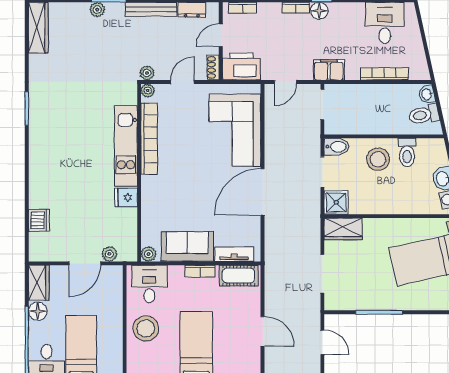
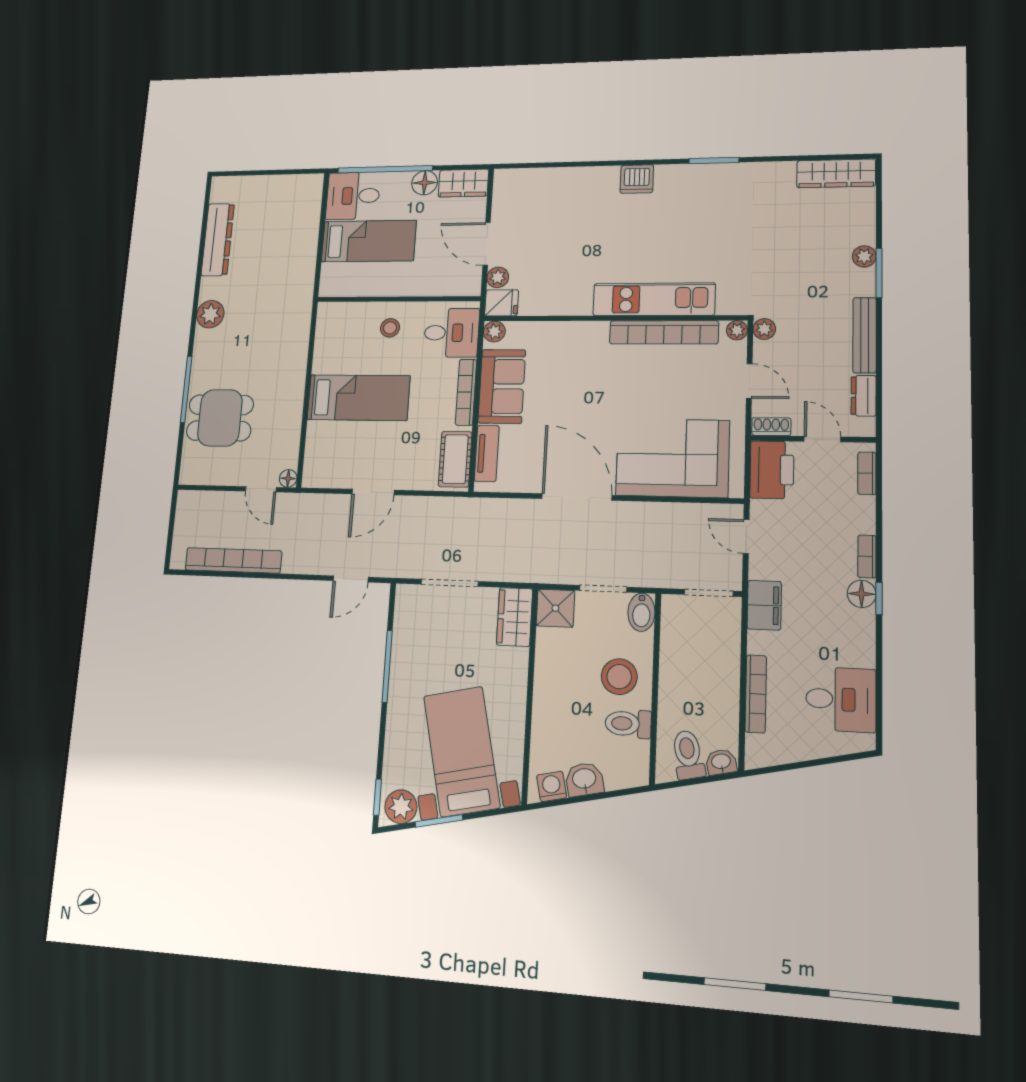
fridge: (126, 198) -> (502, 303), moved, turned 90
dishwasher: (39, 220) -> (637, 179), moved
bookcase: (200, 271) -> (466, 392), width x1.56
stool: (146, 328) -> (390, 328), width x0.53, depth x0.53

